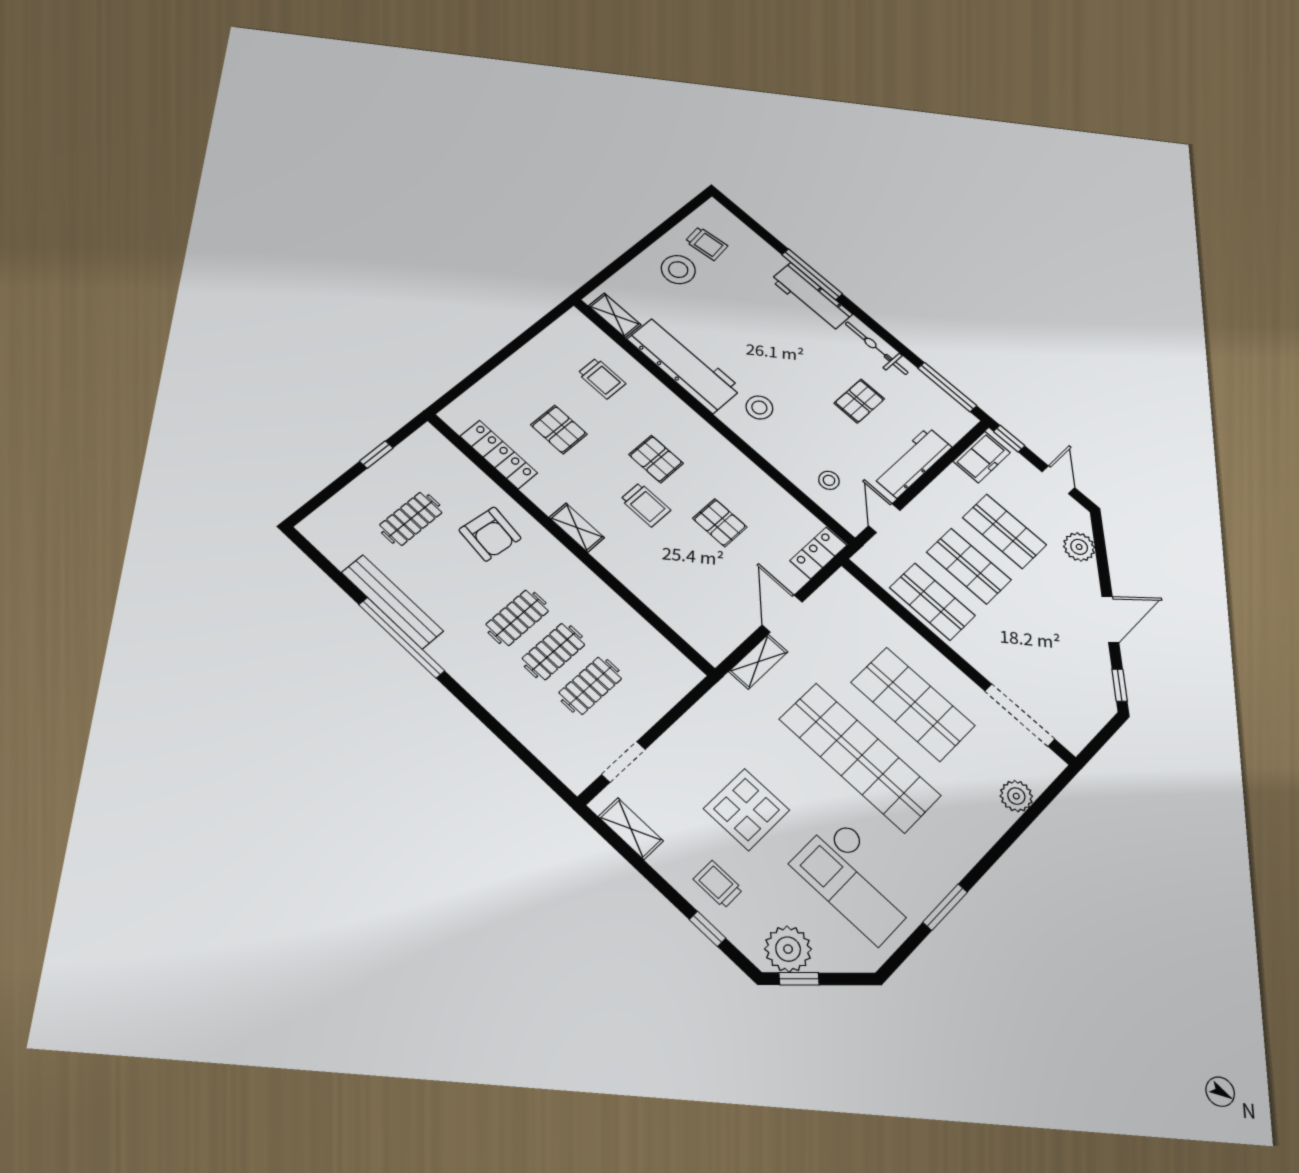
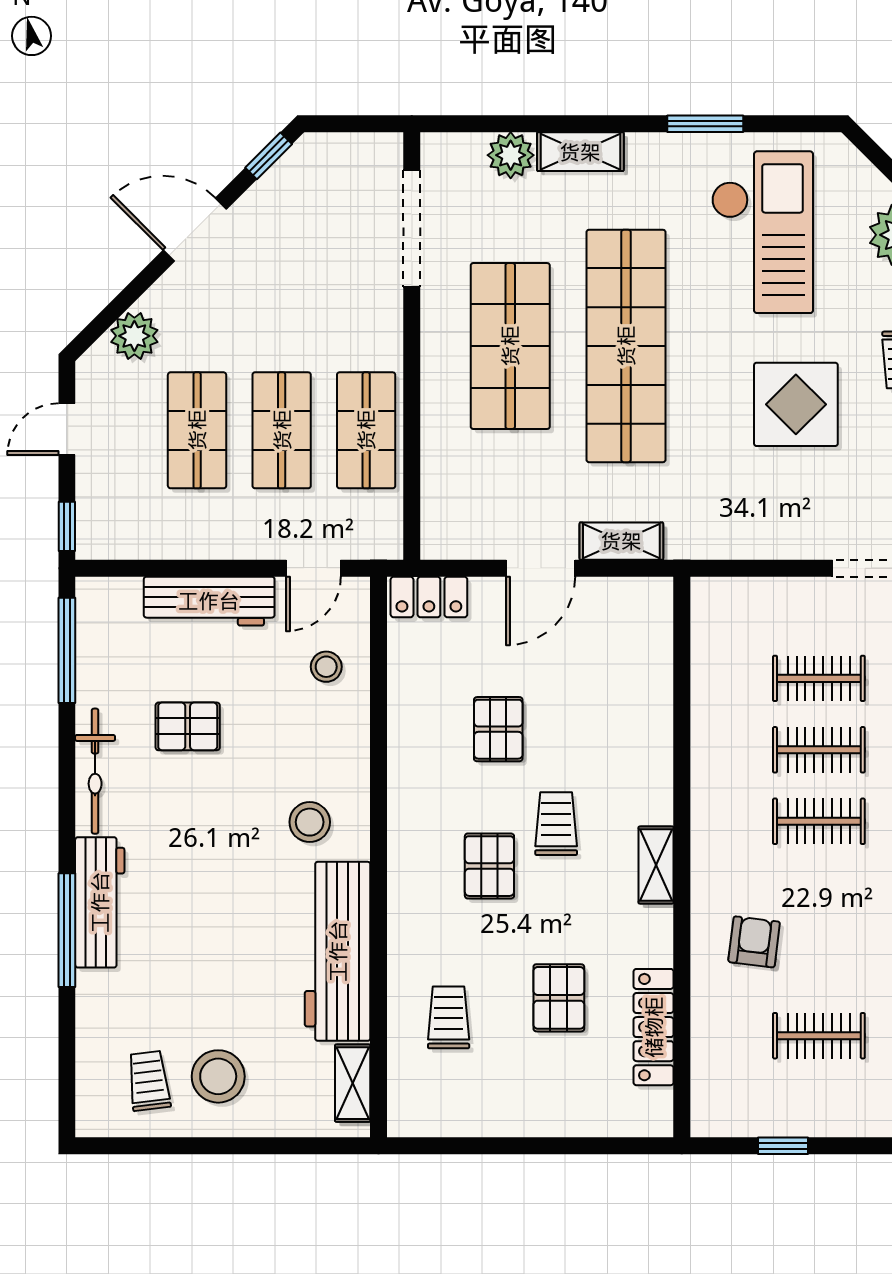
freezer: (982, 457) -> (124, 535), removed
armchair: (490, 534) -> (754, 942), width x0.72, depth x0.72
shelving: (987, 831) -> (580, 152), added

